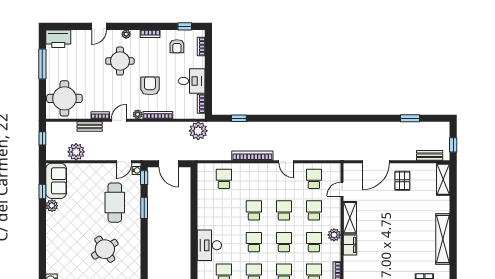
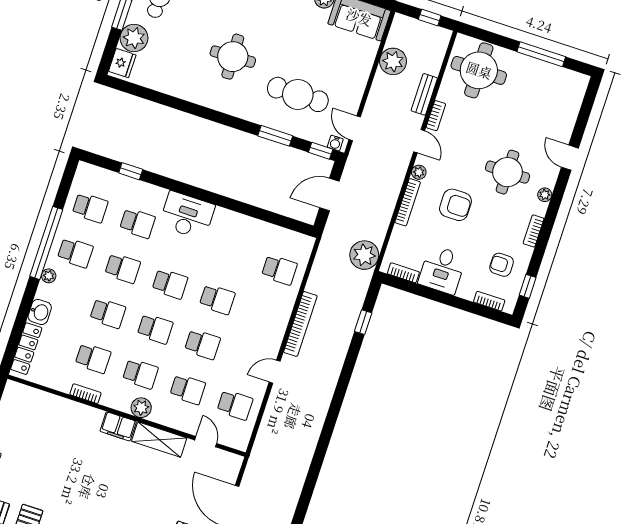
printer: (58, 39) -> (571, 90), removed
round table: (105, 249) -> (233, 57), turned 31

